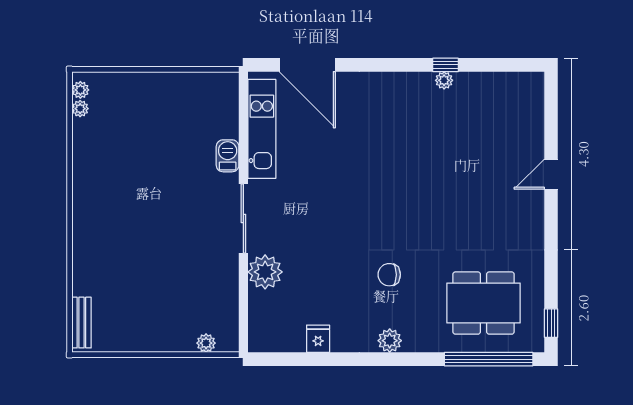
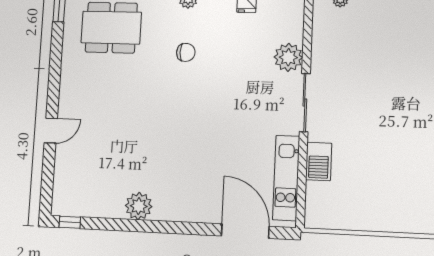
window: (446, 65) -> (70, 222), moved
plant: (444, 80) -> (139, 206), width x1.88, depth x1.88
barbecue: (228, 156) -> (319, 161), width x1.38, depth x1.27

